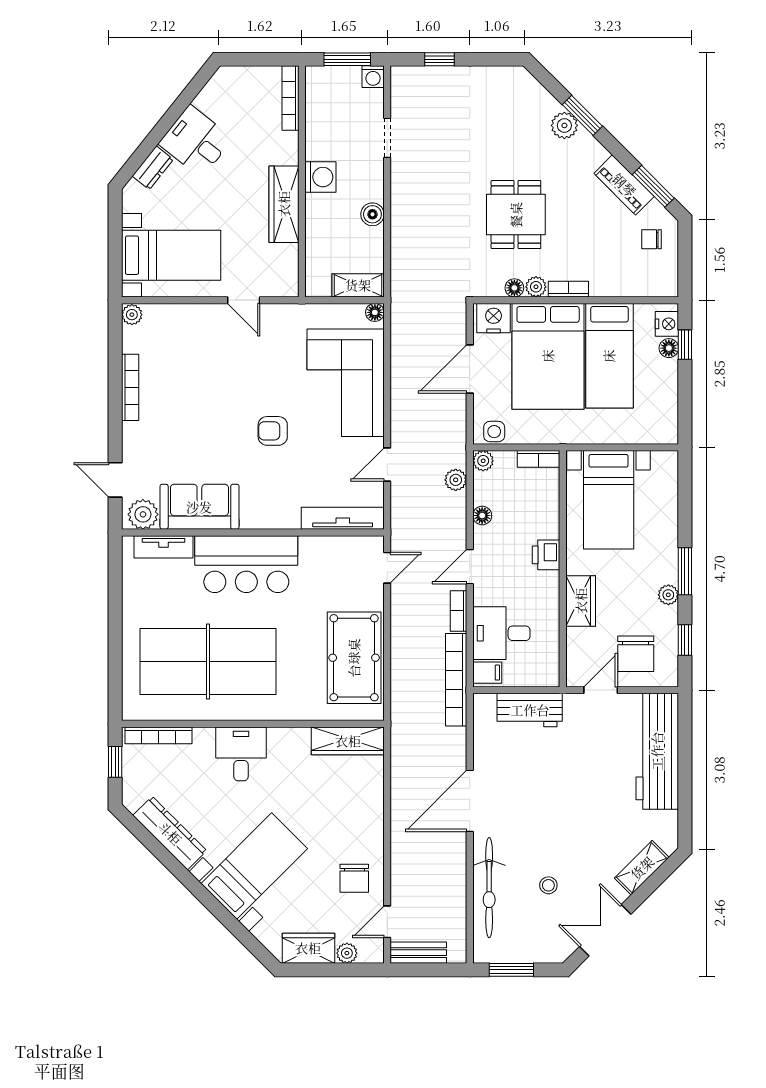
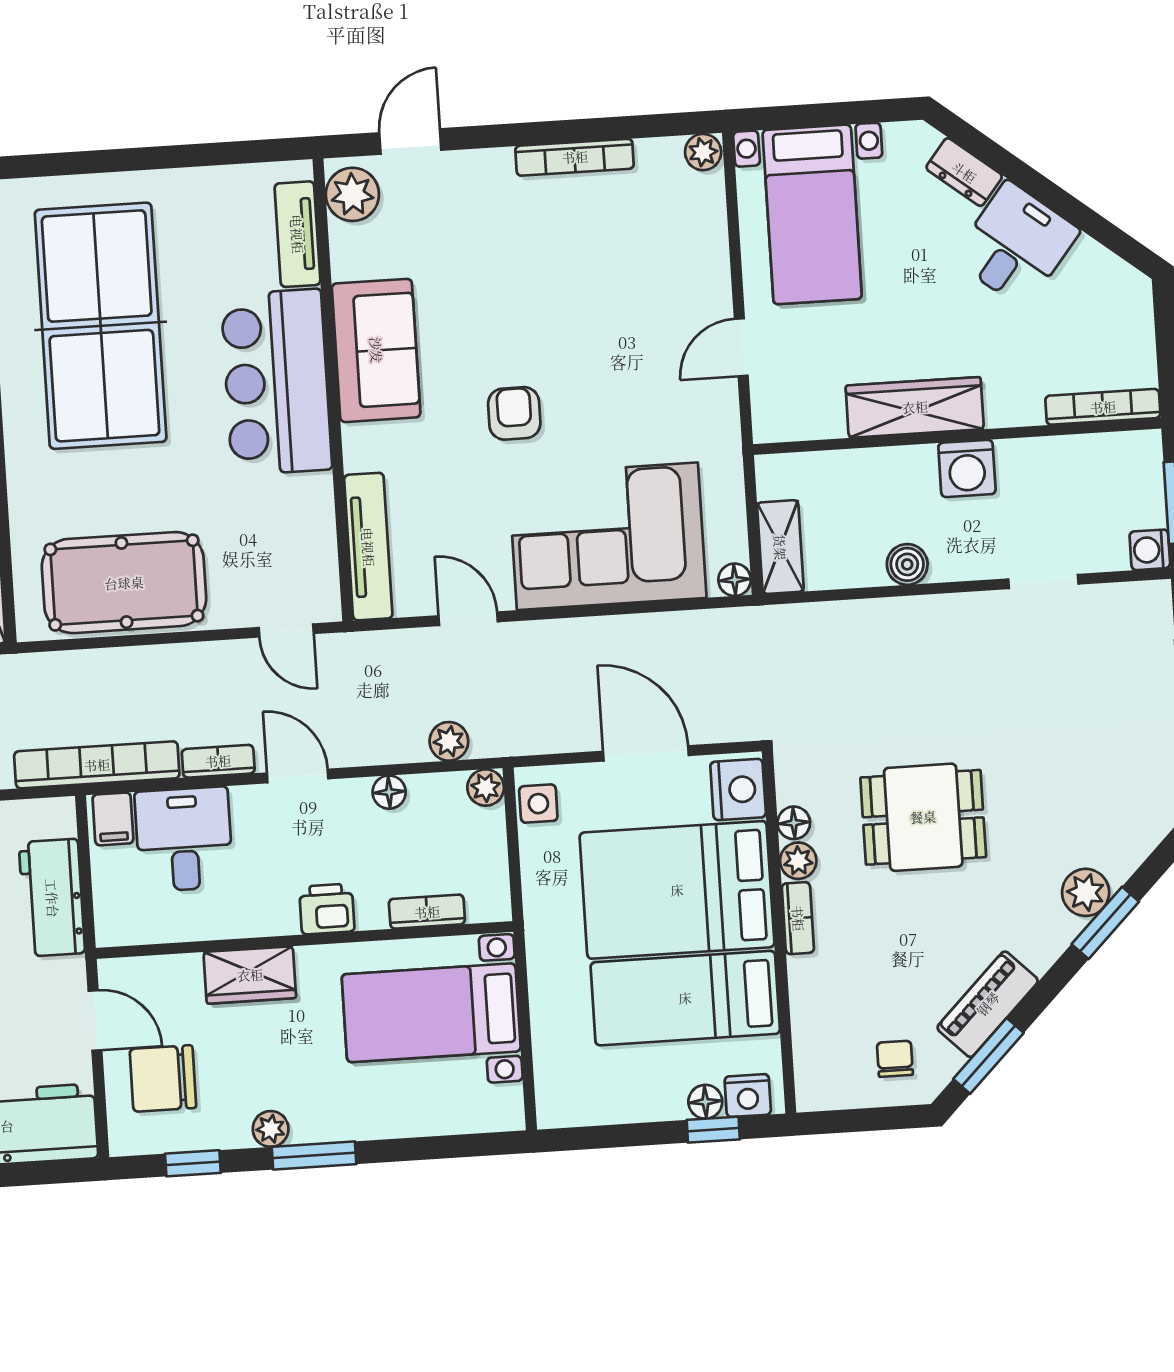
bookcase: (538, 459) -> (427, 912), moved, turned 90
sofa: (199, 507) -> (376, 350), moved

